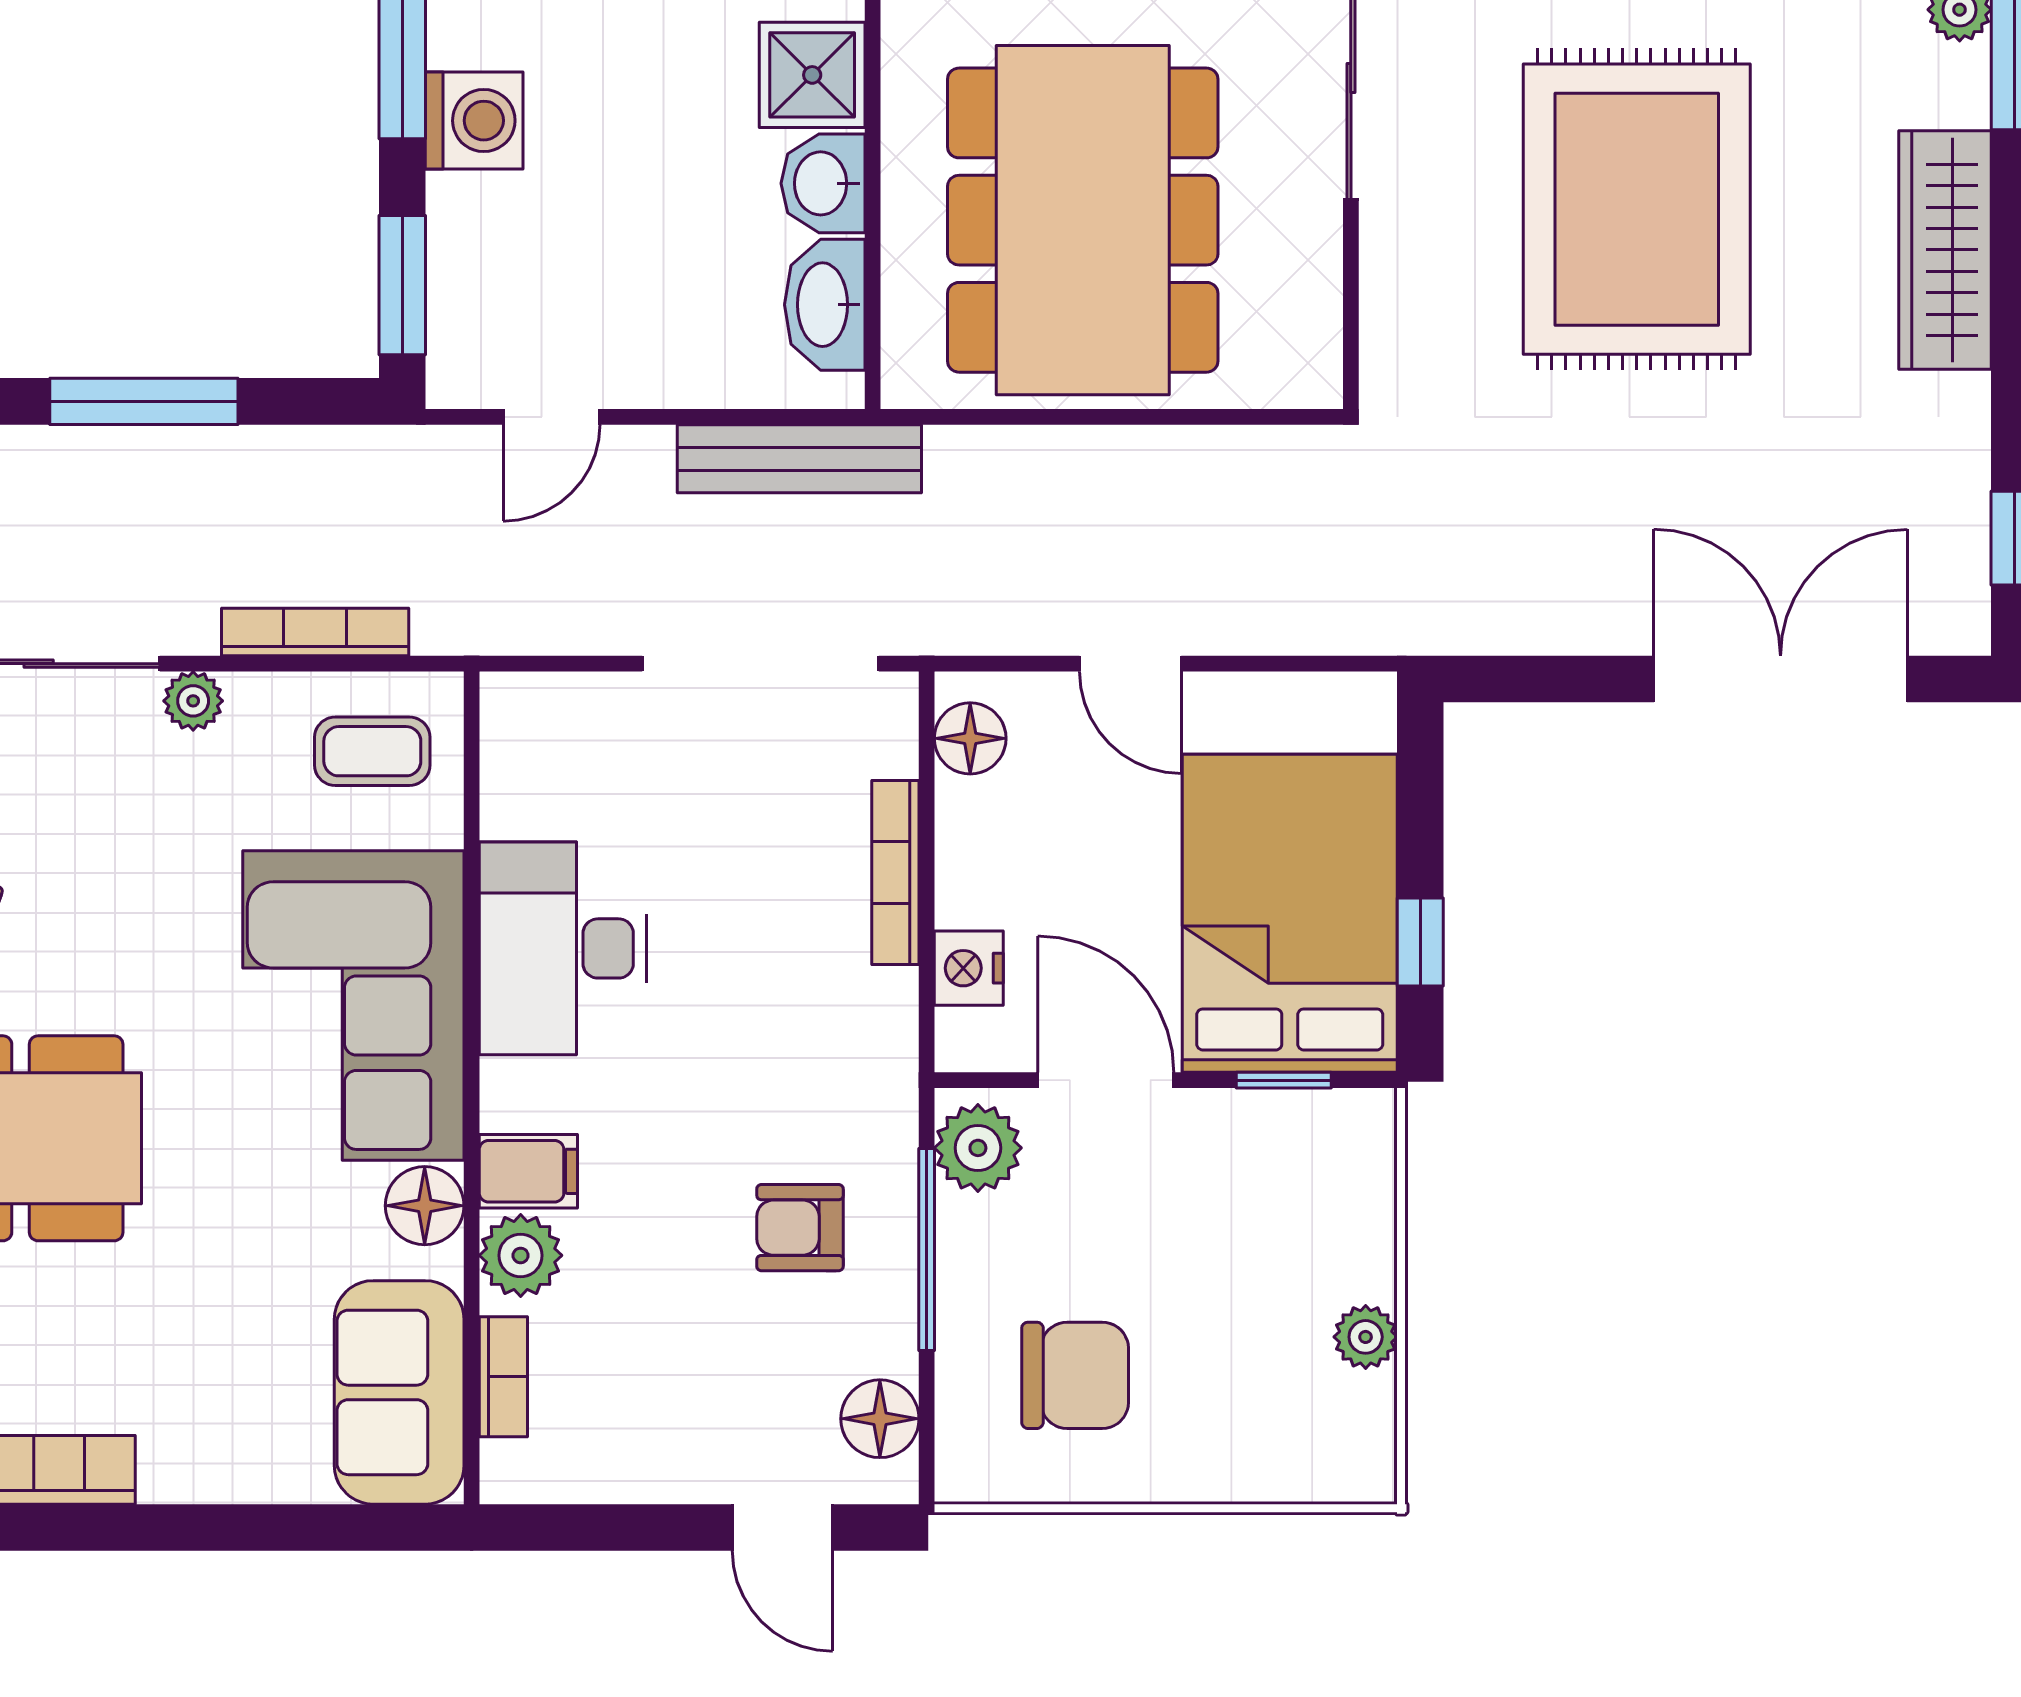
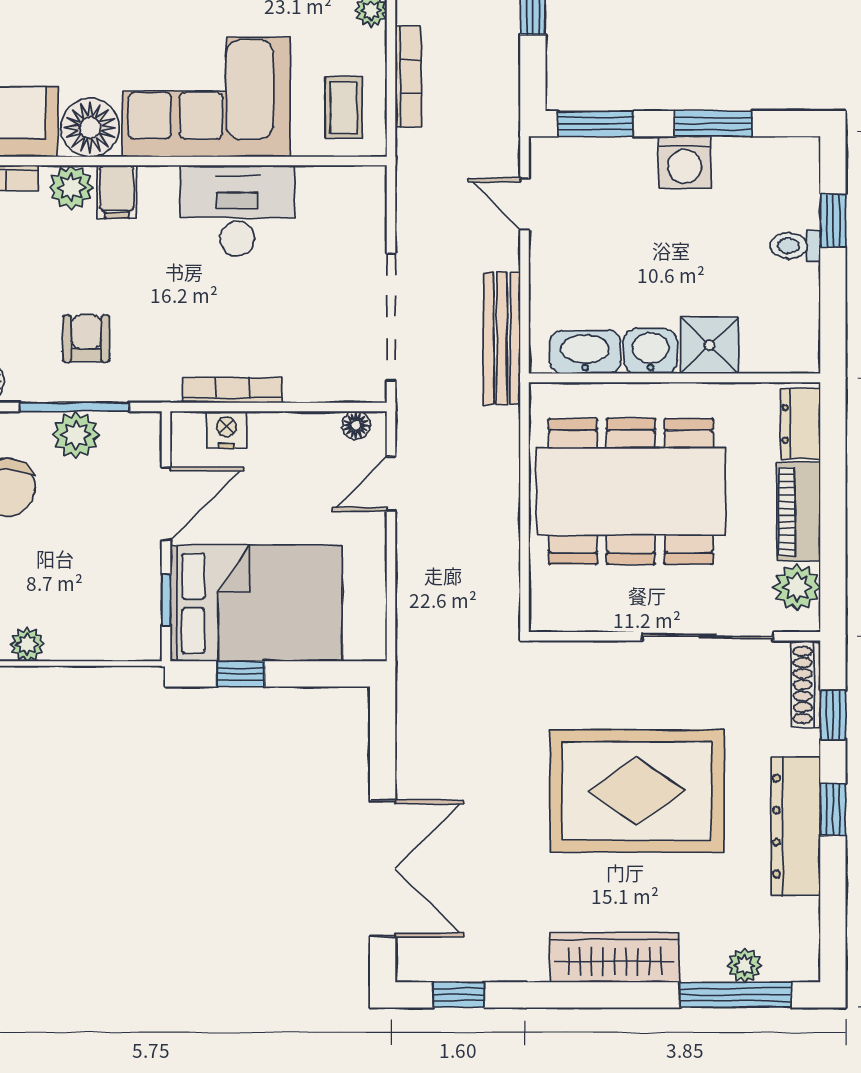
door: (1130, 664) -> (391, 484), moved
floor lamp: (970, 738) -> (356, 425), width x0.73, depth x0.73
bookcase: (895, 873) -> (232, 390), moved
plant: (978, 1148) -> (76, 435), moved
floor lamp: (425, 1206) -> (90, 128), width x1.38, depth x1.38

